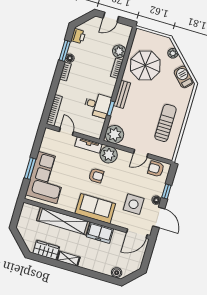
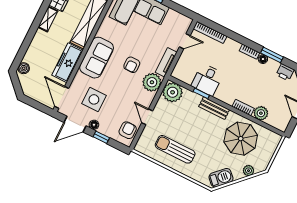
sun lounger: (165, 123) -> (175, 149), turned 180
freezer: (100, 233) -> (67, 63), width x1.40

